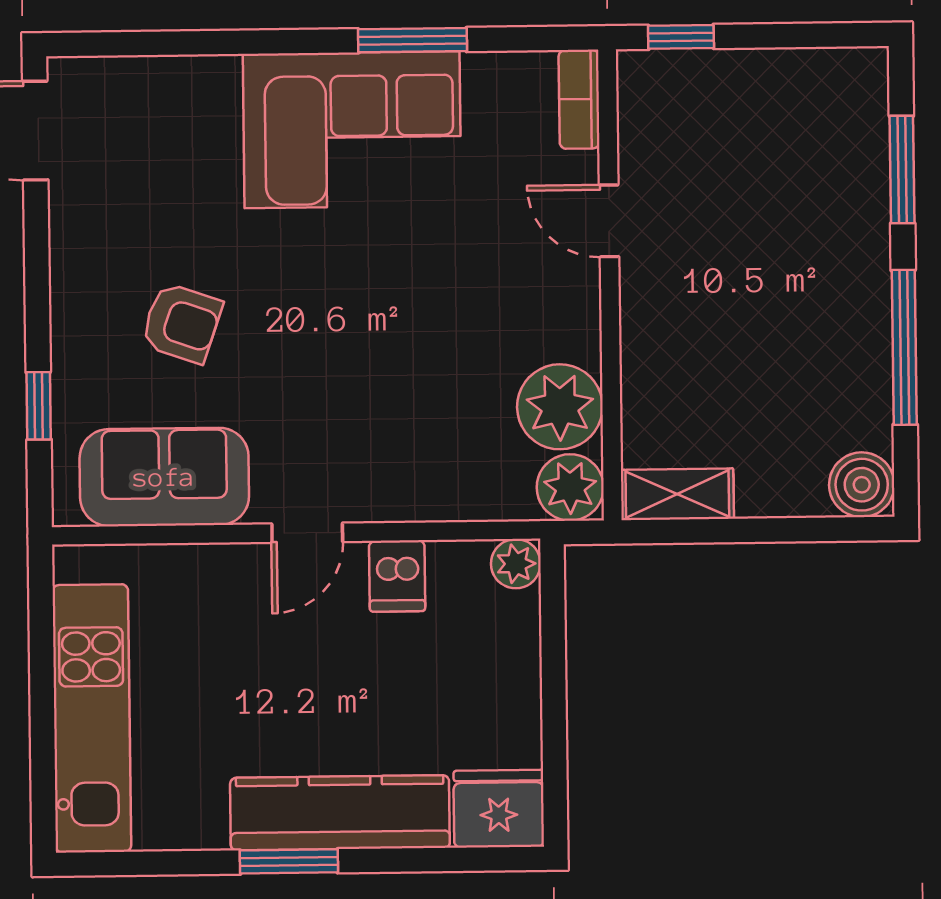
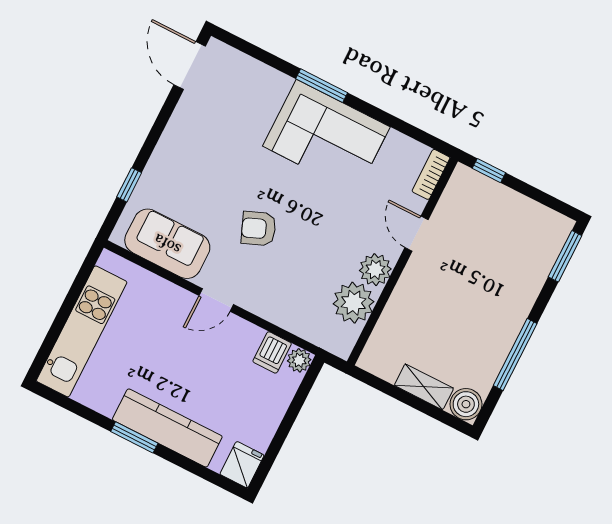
window: (412, 40) -> (322, 86), moved
window: (902, 170) -> (565, 256), moved
armchair: (182, 323) -> (259, 229), moved, turned 139
plant: (570, 487) -> (375, 270), moved
shelving: (677, 494) -> (424, 387), moved
dishwasher: (397, 576) -> (272, 352), moved
fridge: (499, 809) -> (242, 465), width x0.72

